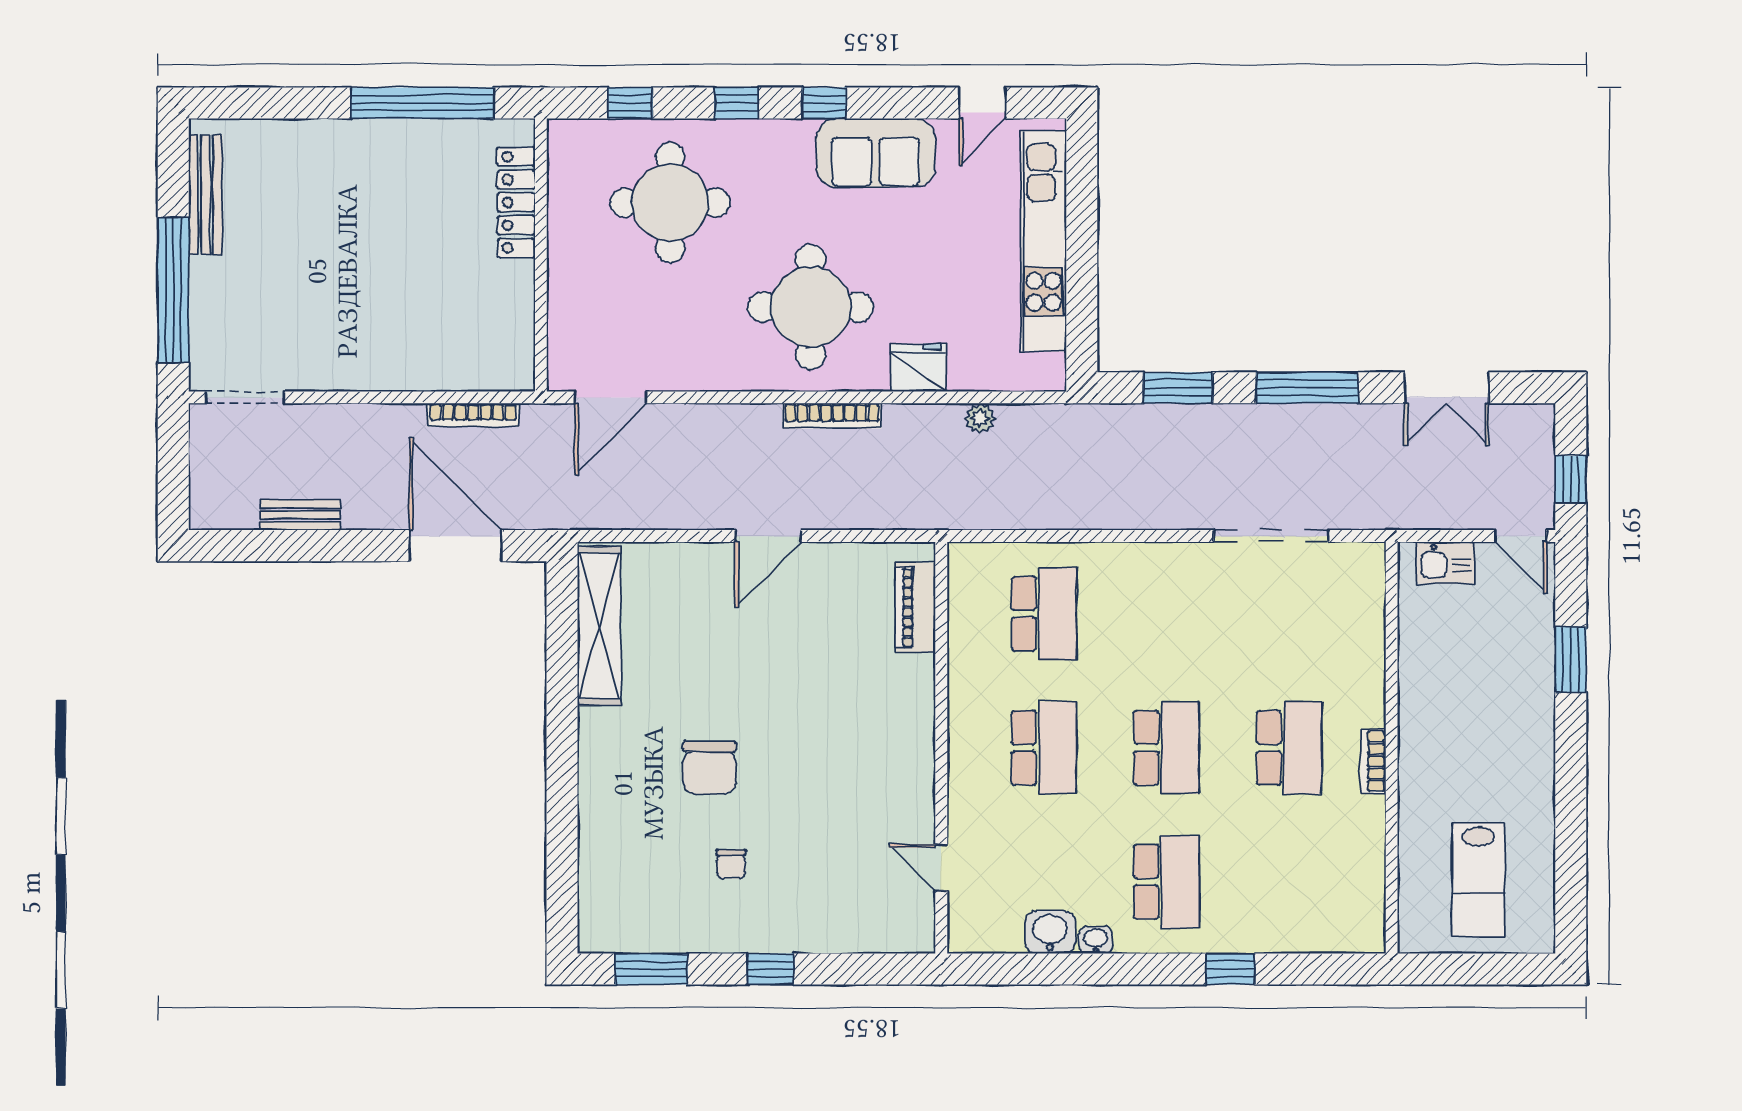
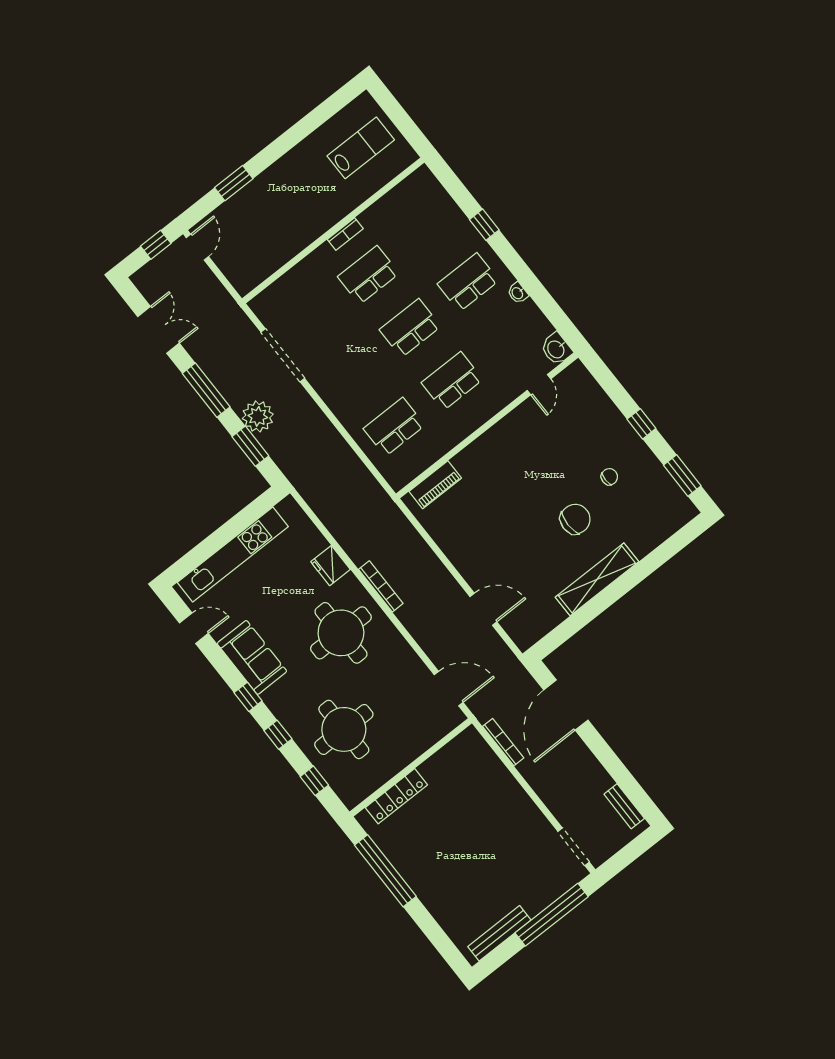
plant: (980, 418) -> (258, 416), moved, width x1.88, depth x1.88
bench: (300, 515) -> (624, 806), moved
door: (768, 536) -> (483, 609), moved
kitchen sink: (1445, 563) -> (235, 271), removed
shelving: (599, 626) -> (597, 579), moved
washbasin: (1050, 932) -> (556, 349), moved

